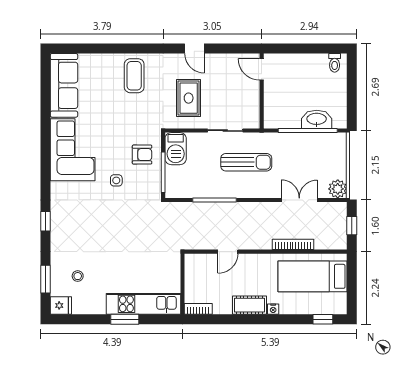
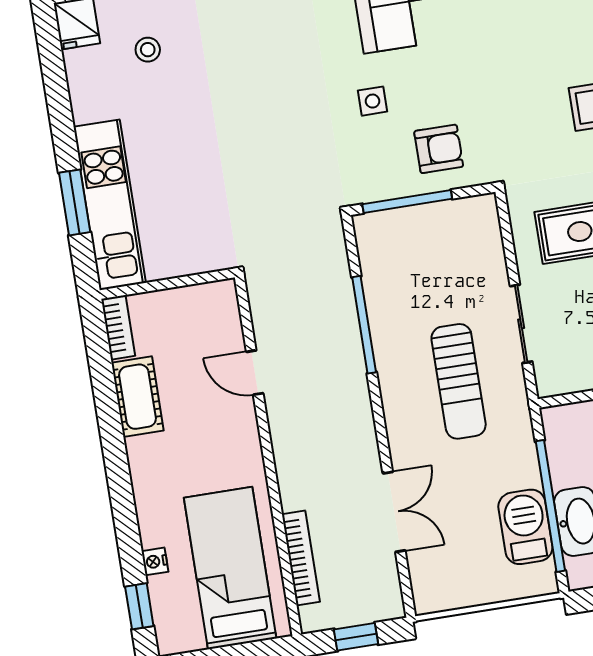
barbecue: (176, 149) -> (525, 527), moved, turned 90
armchair: (142, 155) -> (439, 149), turned -90
plant: (338, 189) -> (432, 593), removed
bookcase: (293, 244) -> (301, 558), moved
cot: (249, 305) -> (137, 397), moved
nightstand: (273, 309) -> (155, 561), moved
window: (125, 319) -> (75, 202), moved

